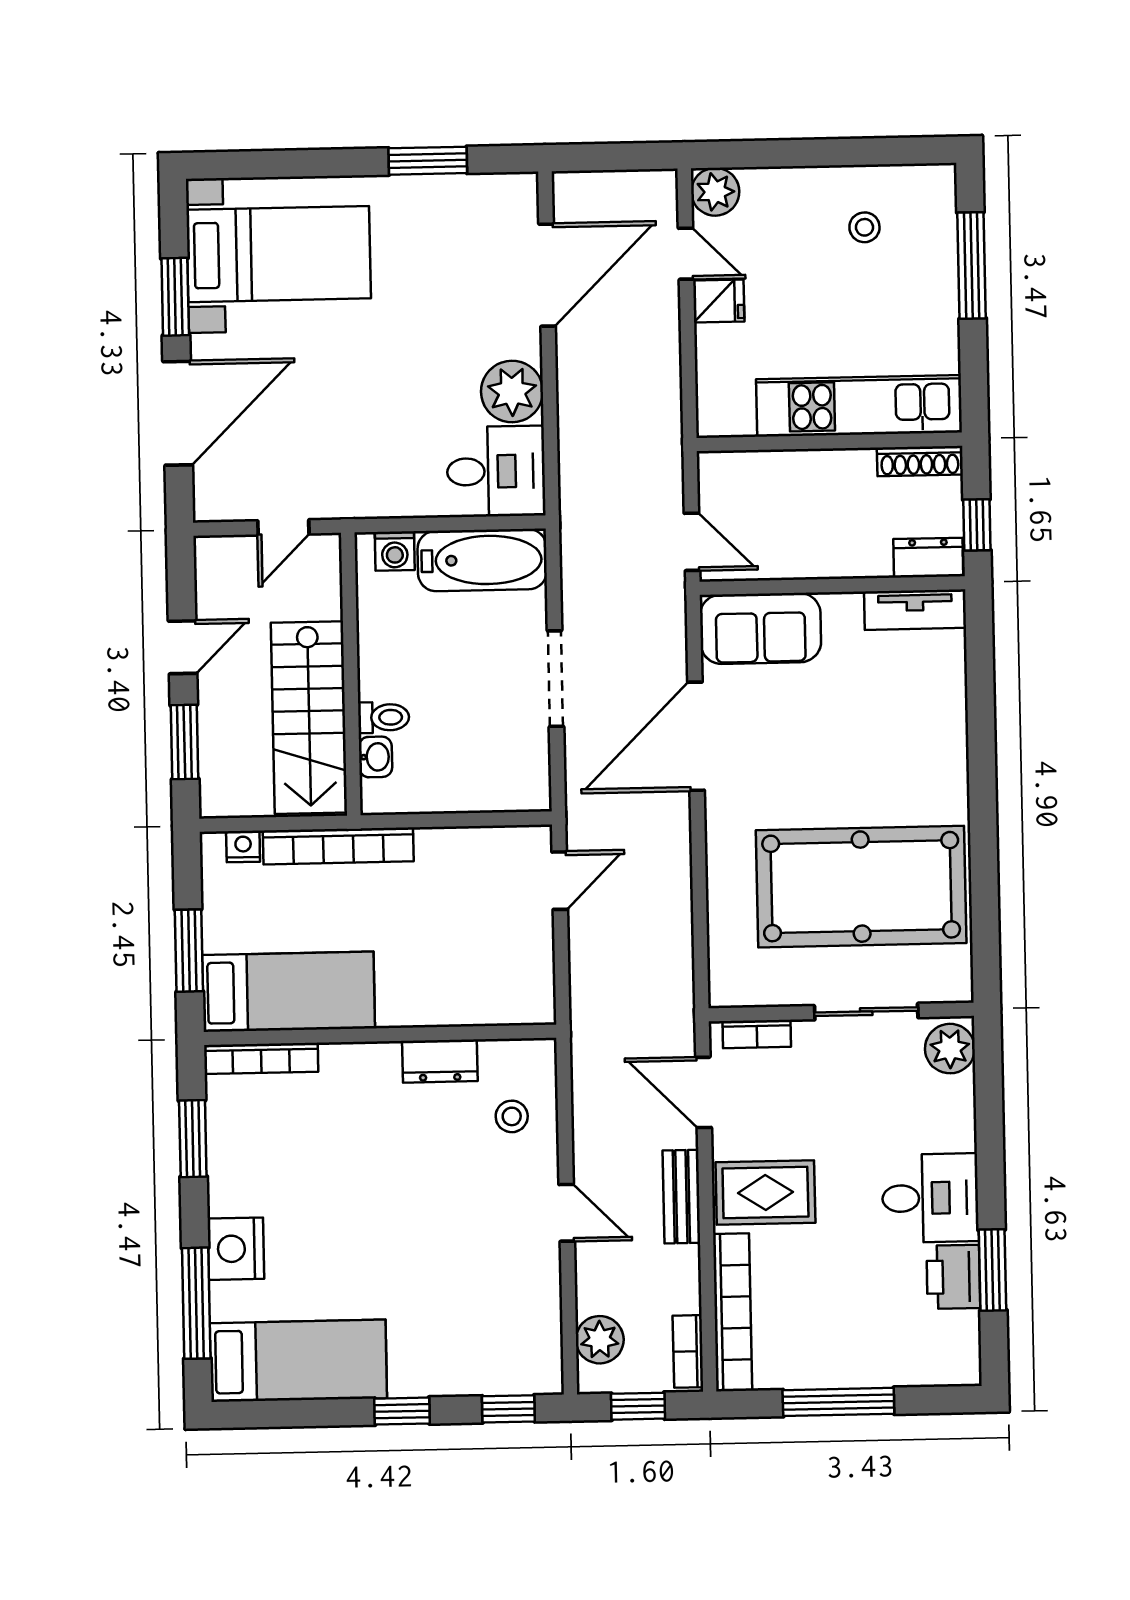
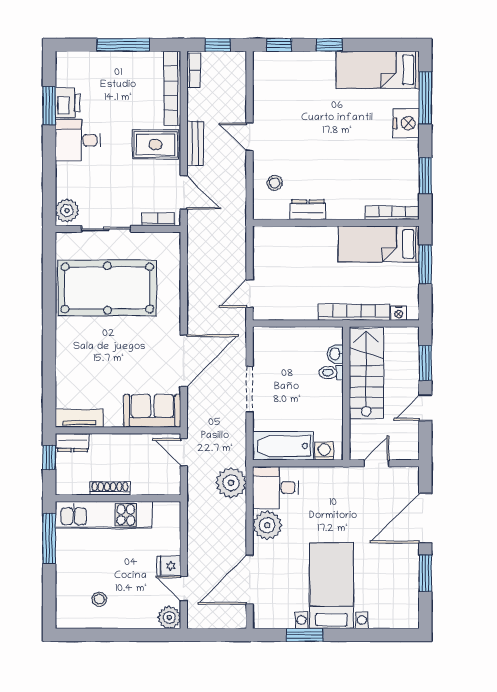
bed with nightstands: (279, 254) -> (332, 586), moved, turned 90
window: (971, 265) -> (49, 538), moved
shoe rack: (920, 461) -> (110, 488), moved
plant: (600, 1340) -> (231, 483), moved, width x1.36, depth x1.36

